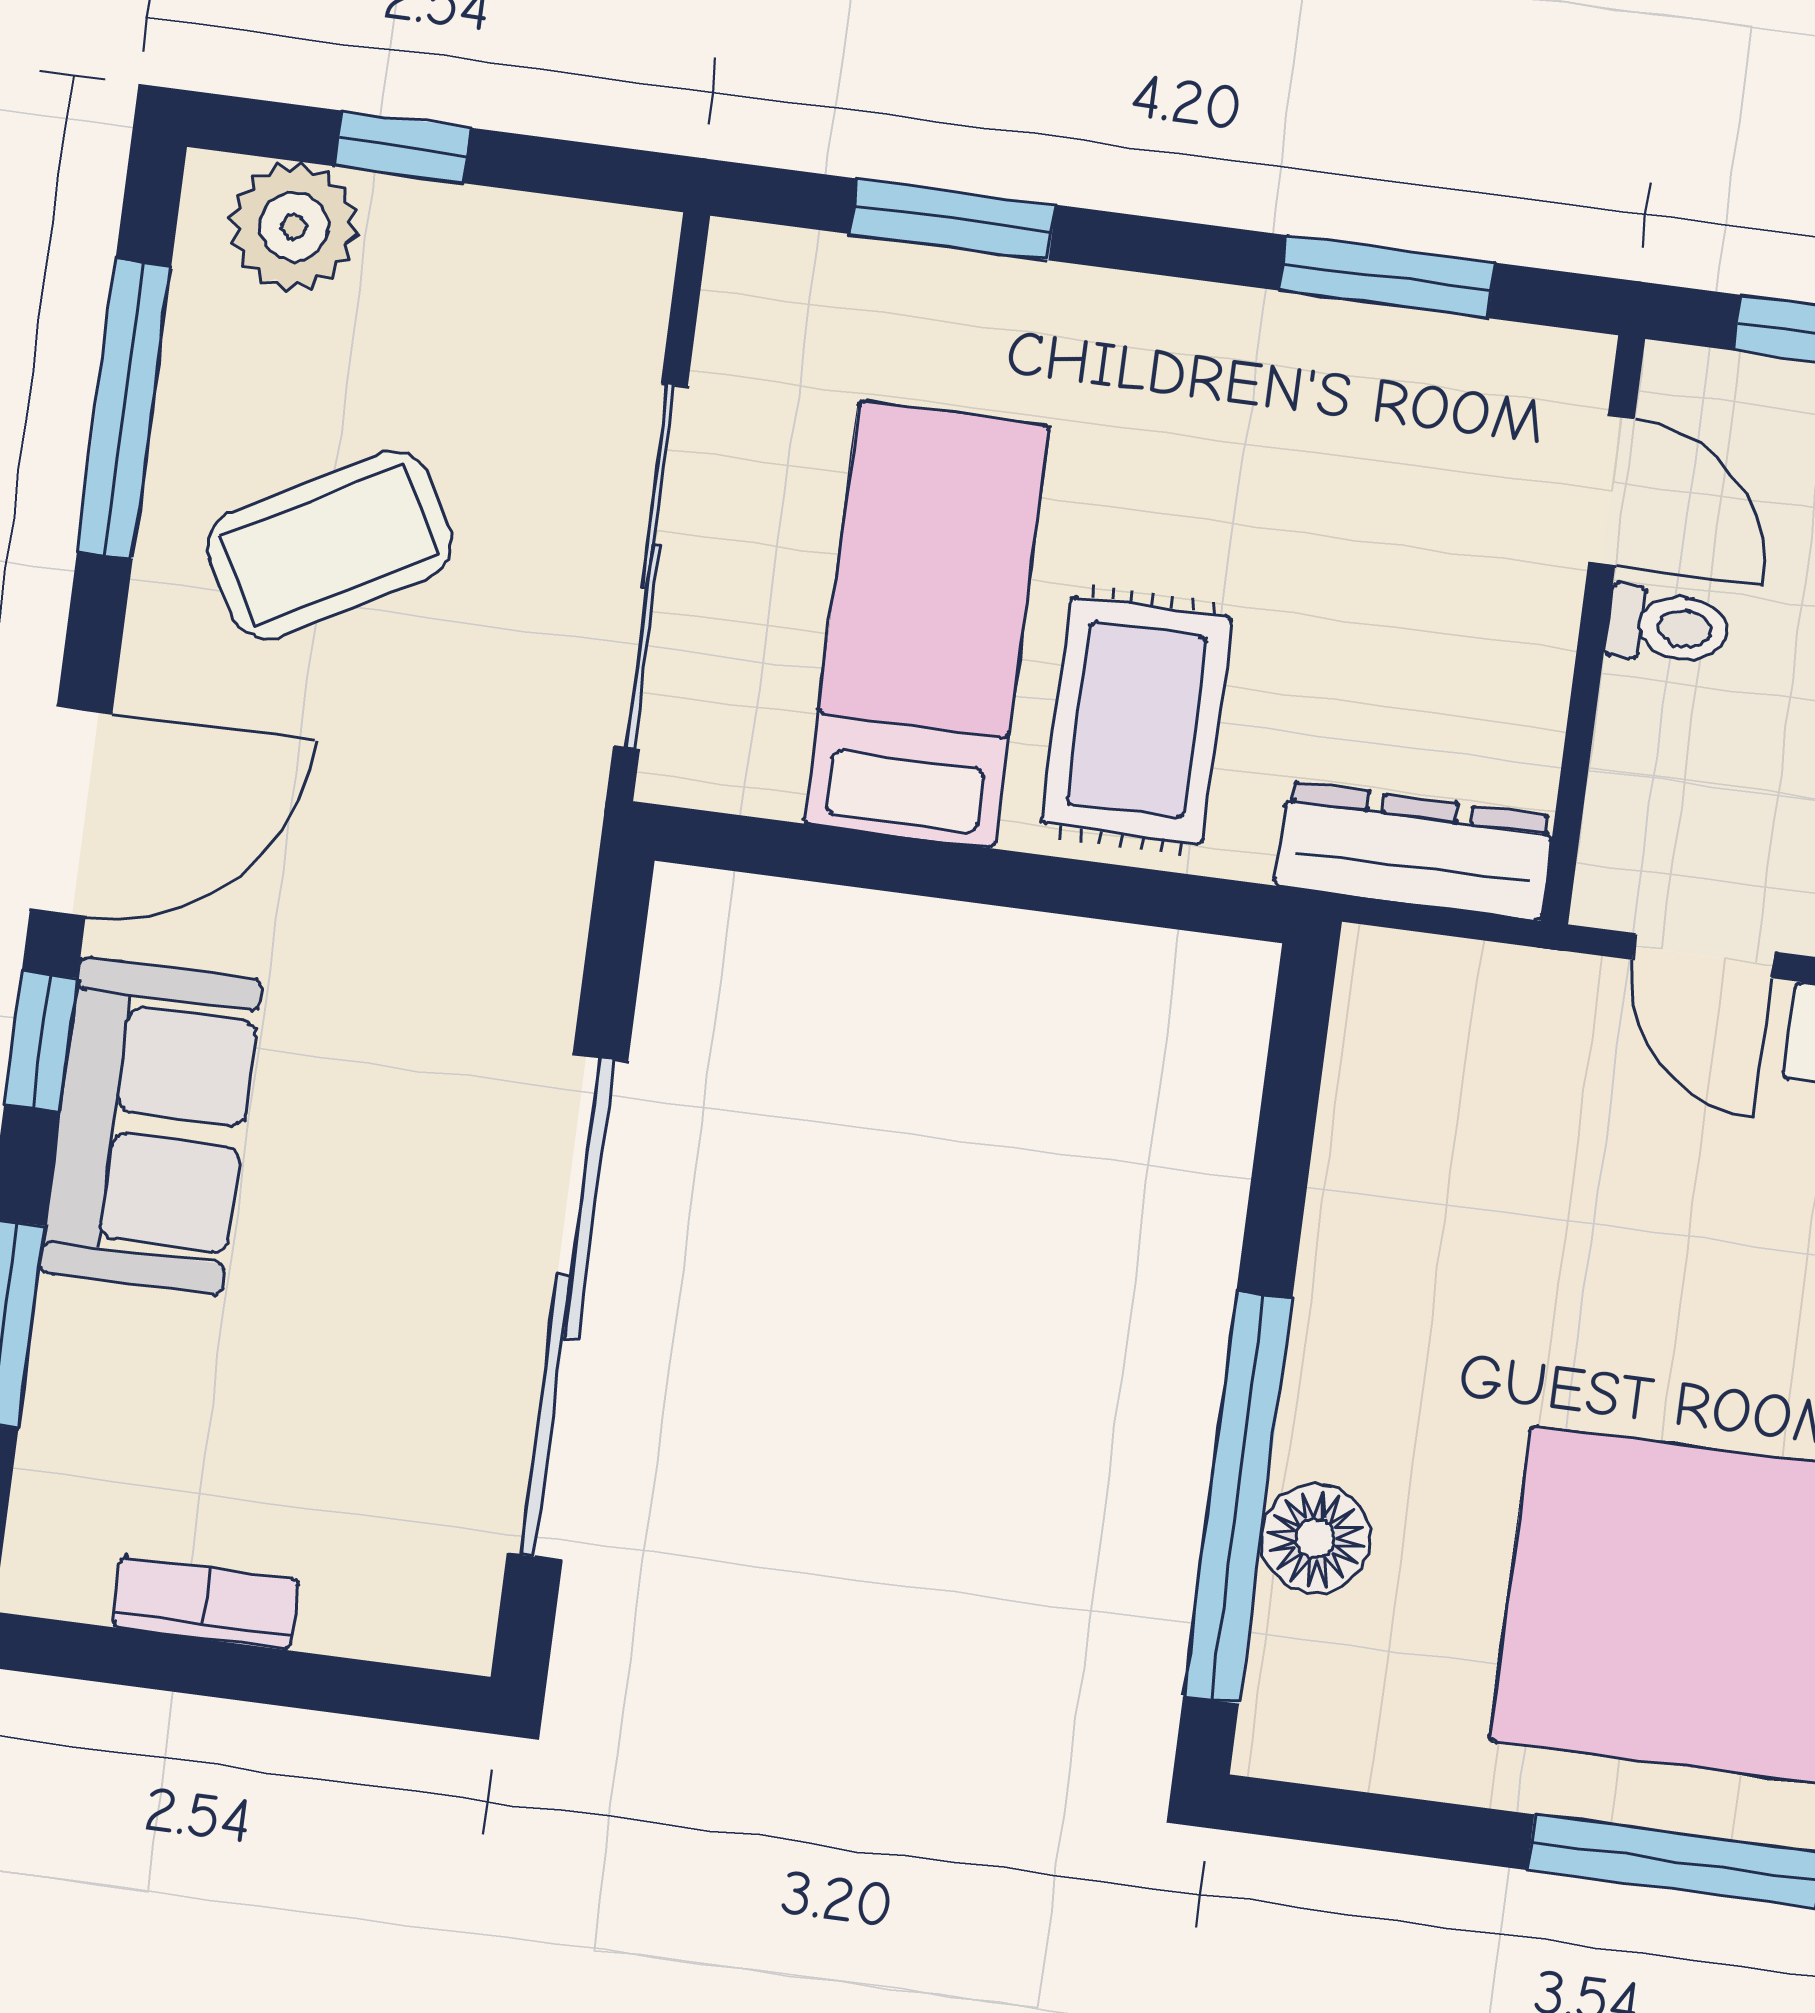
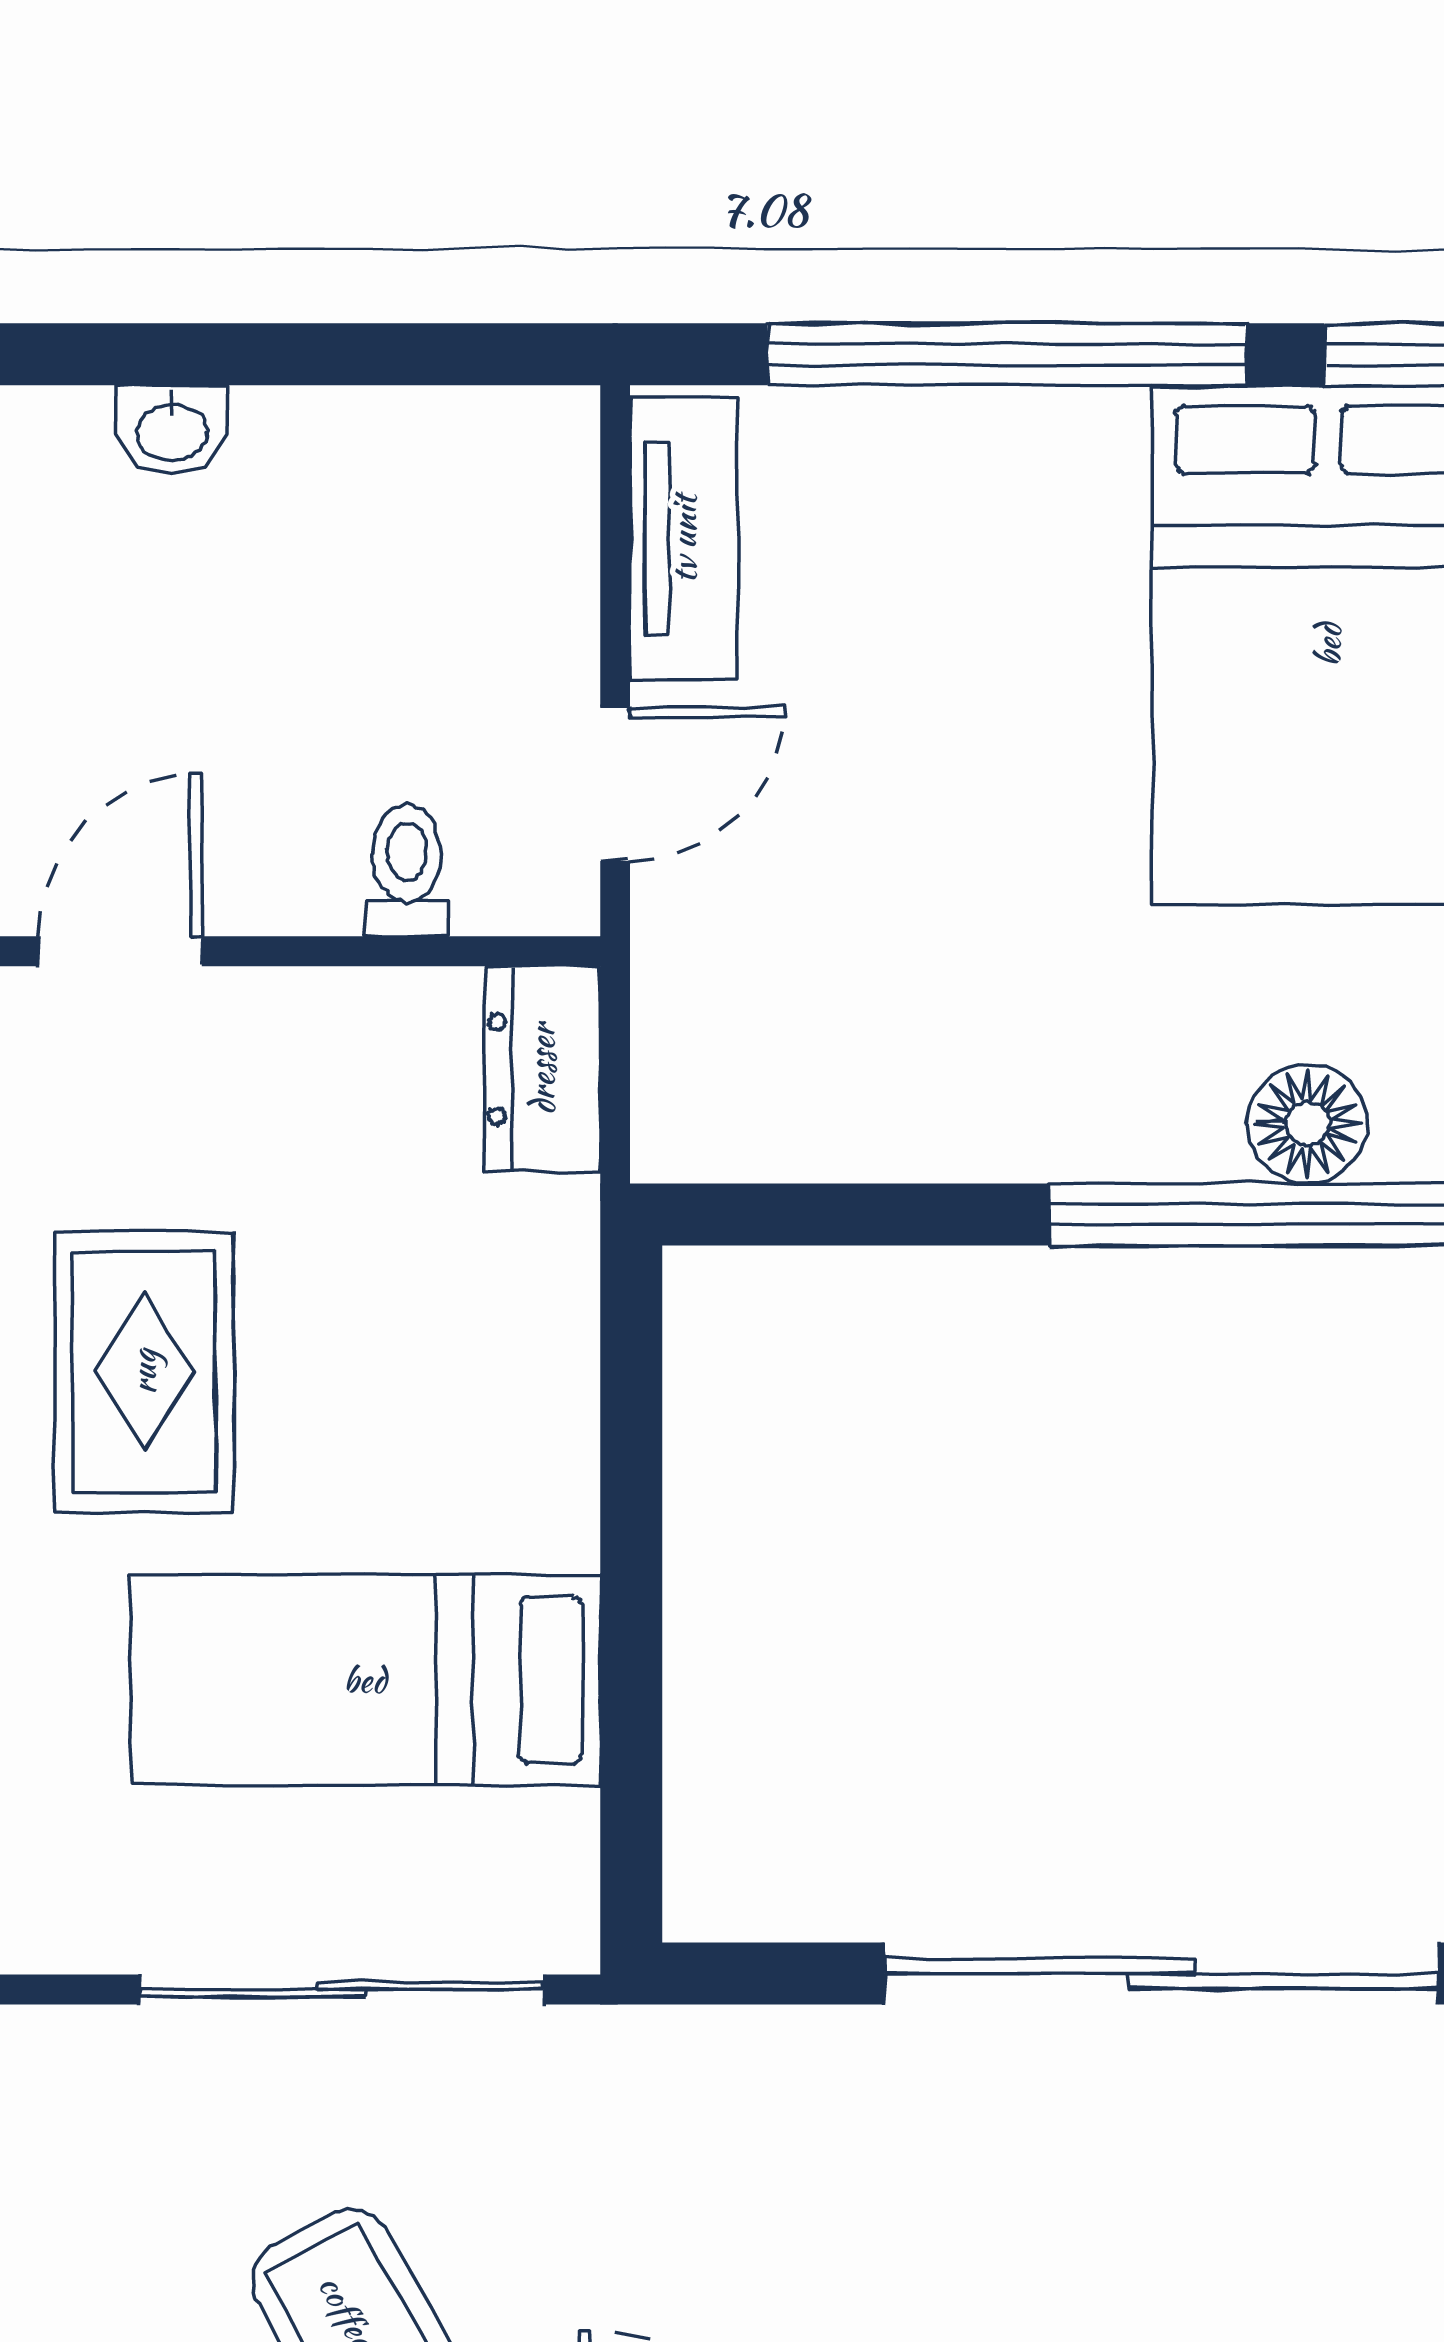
toilet: (1668, 626) -> (407, 870), moved
rug: (1137, 720) -> (144, 1372), moved, turned 90
dresser: (1415, 851) -> (542, 1069), width x0.70

